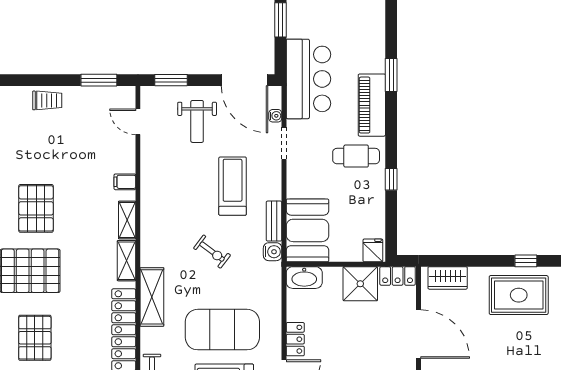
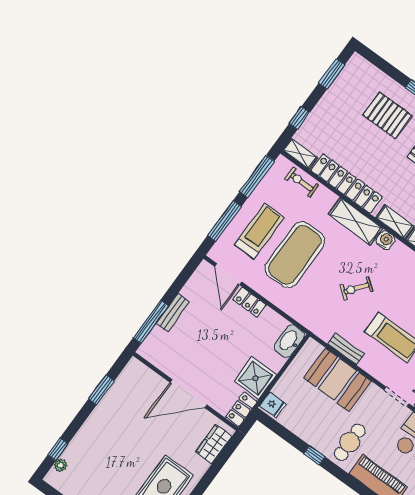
booth: (307, 230) -> (337, 380), moved
water cooler: (273, 252) -> (386, 240), moved, turned 180

